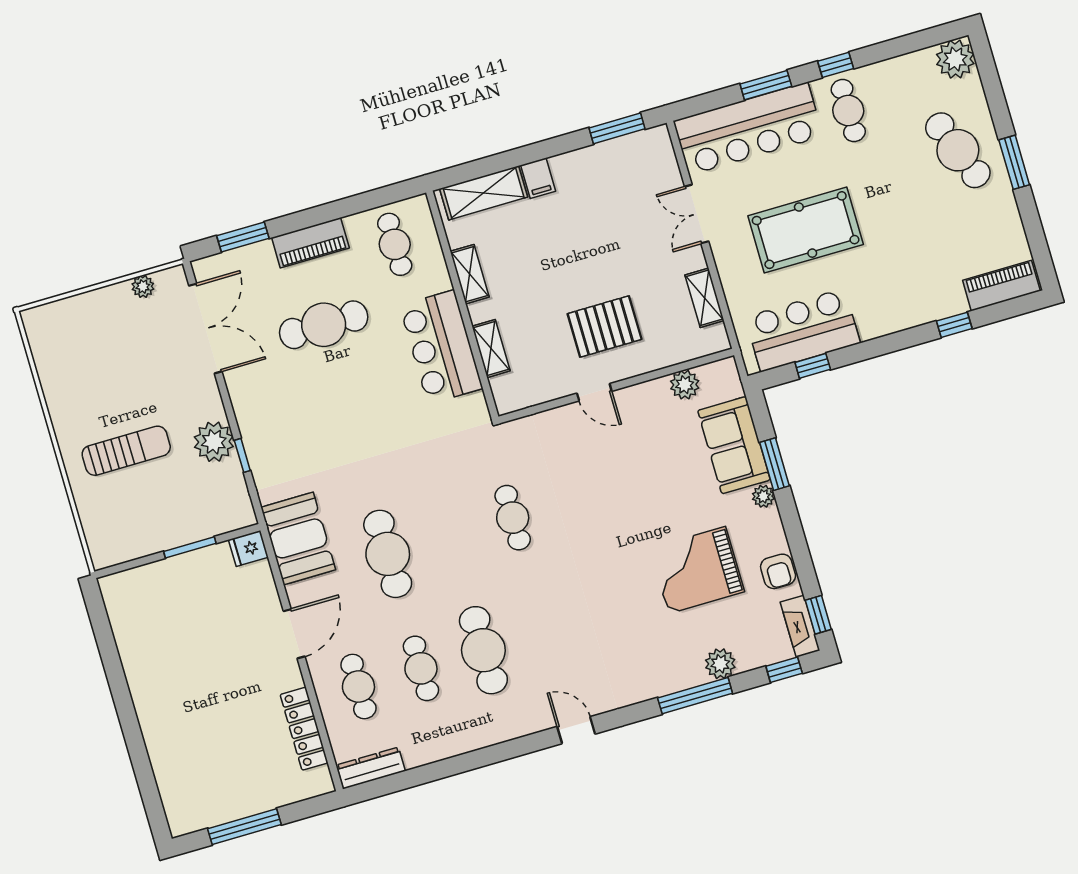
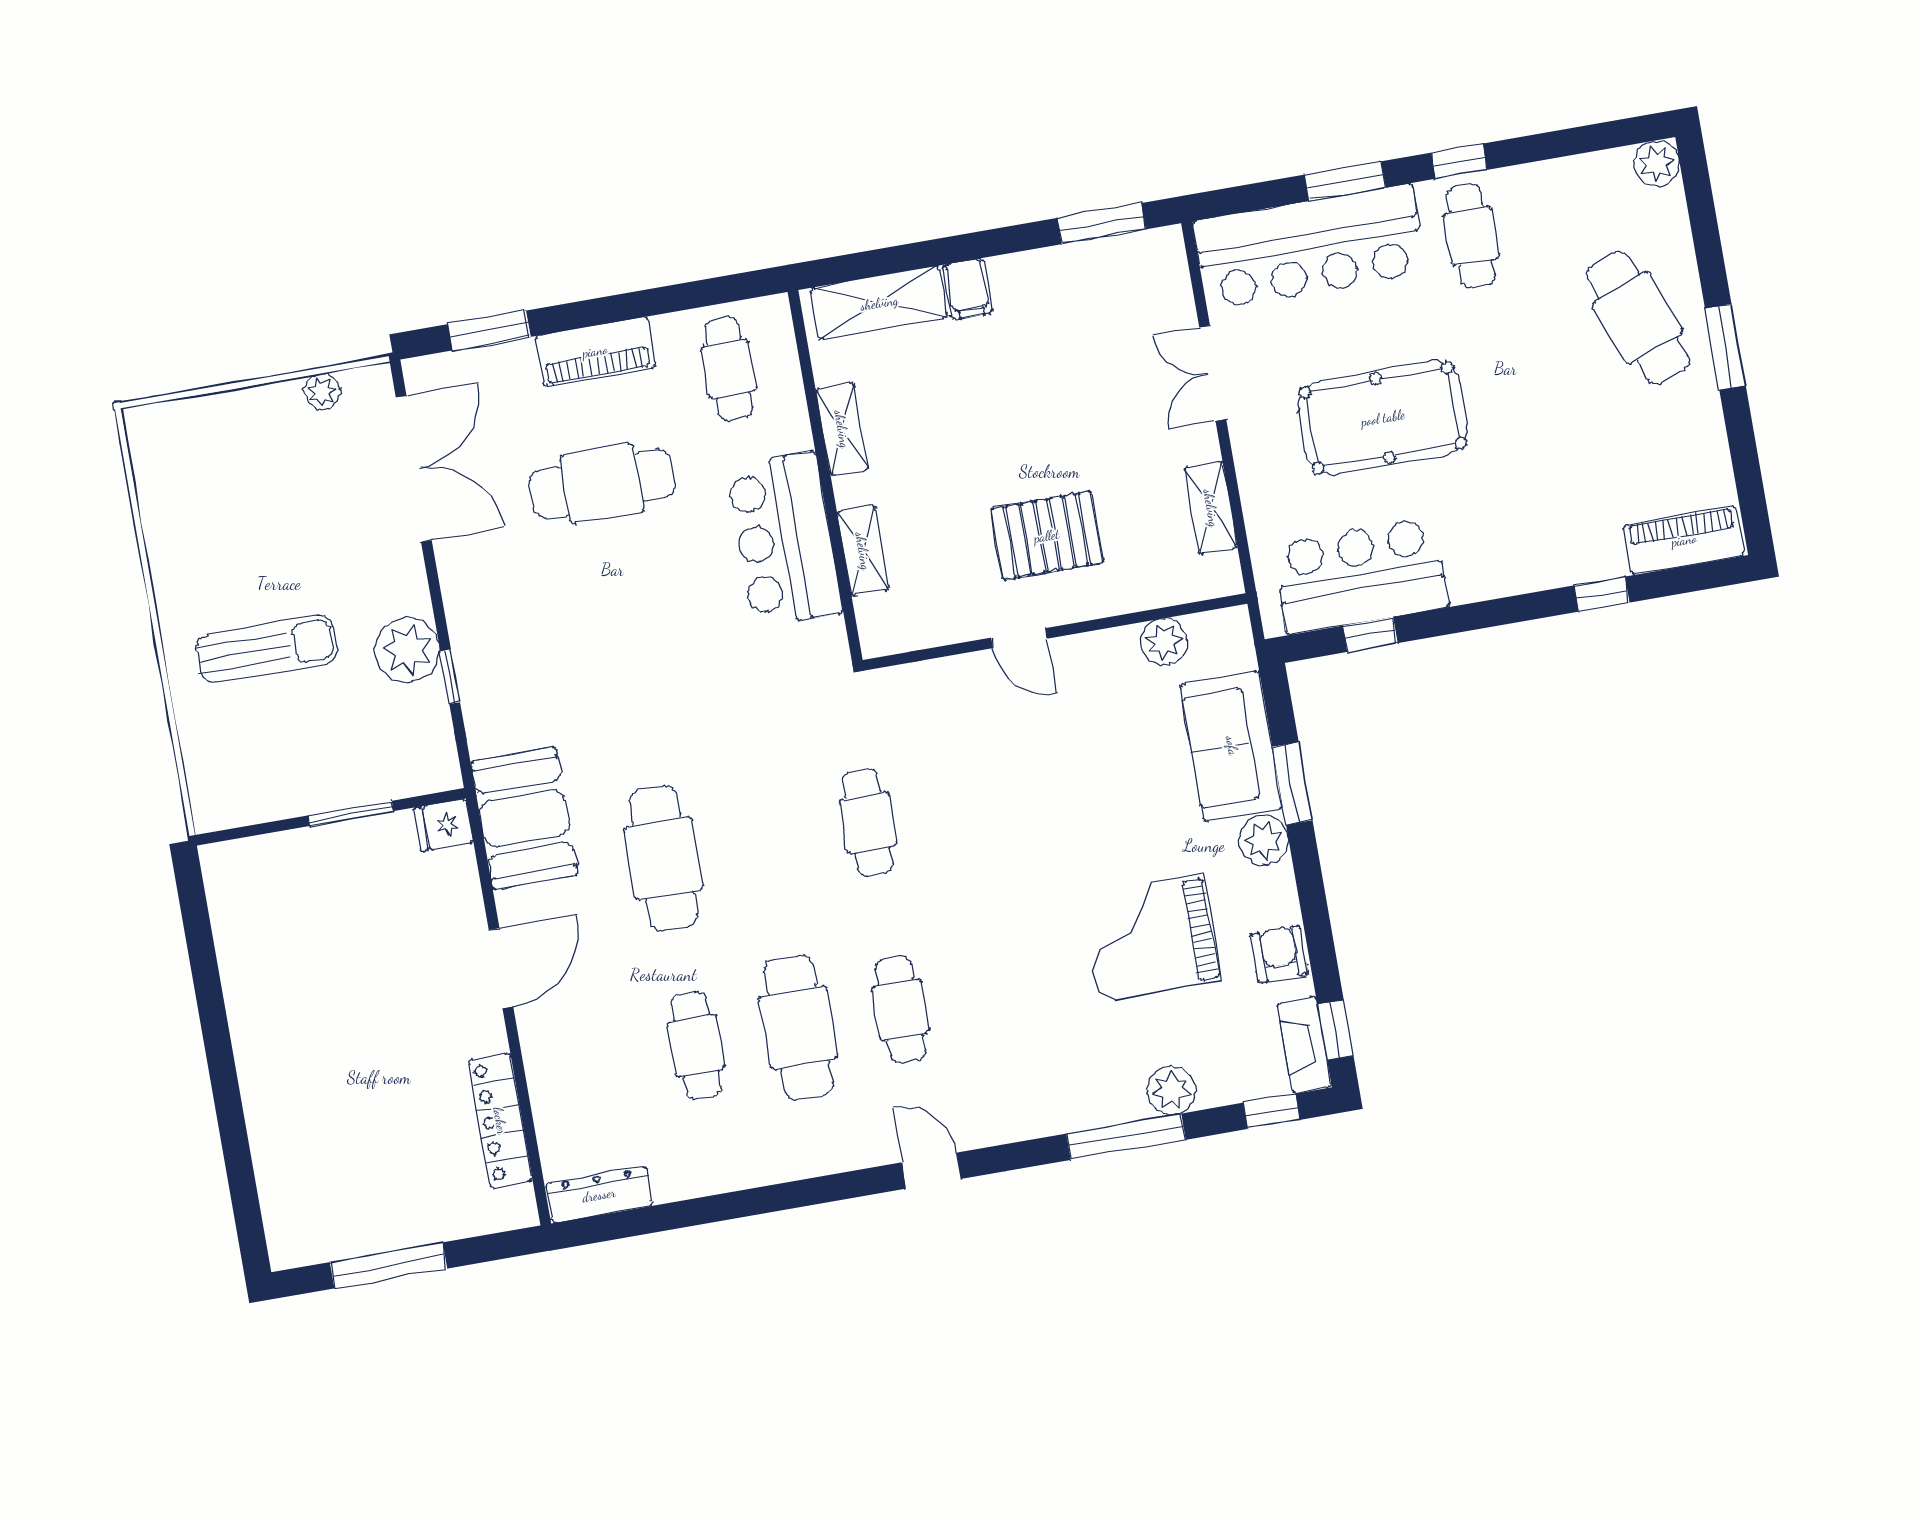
plant: (955, 59) -> (1657, 163), width x0.73, depth x0.73
plant: (763, 496) -> (1264, 840), width x1.38, depth x1.38
armchair: (778, 571) -> (1279, 954), turned 180
cafe table: (358, 687) -> (901, 1010), moved

